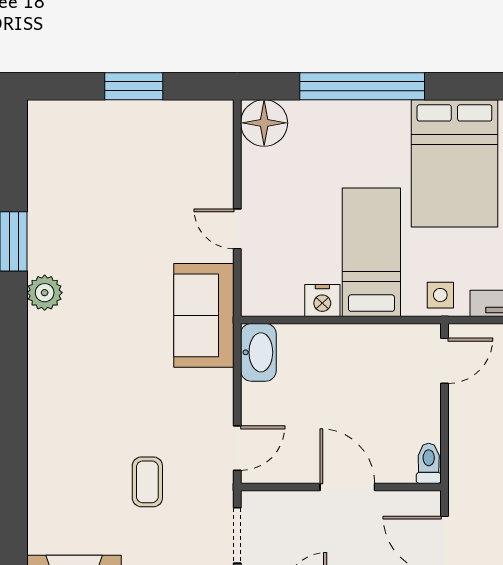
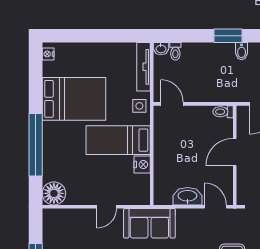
washbasin: (258, 352) -> (187, 196), moved

